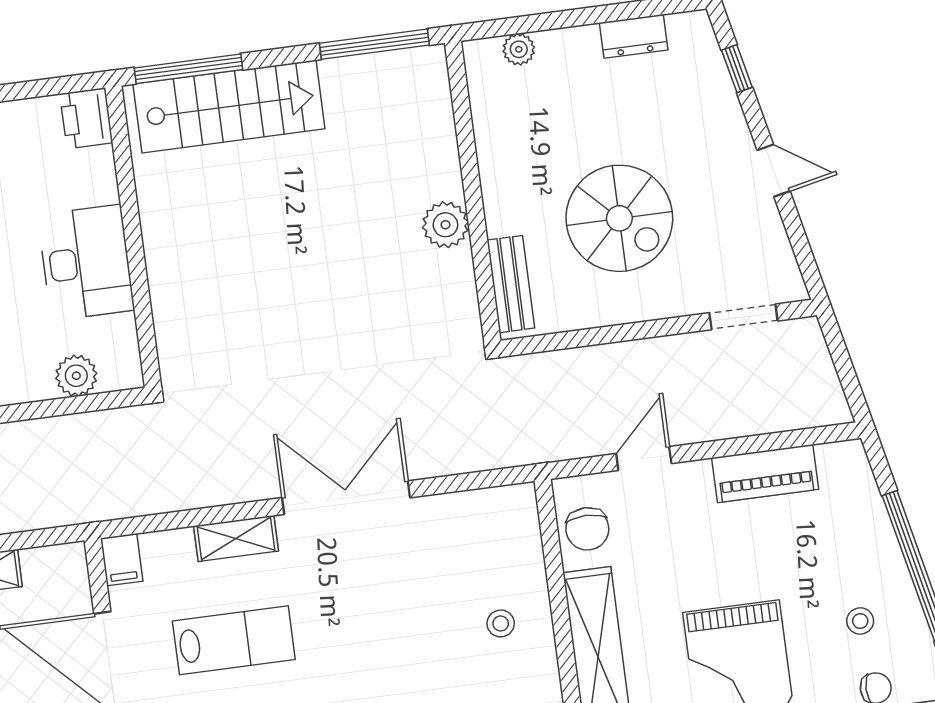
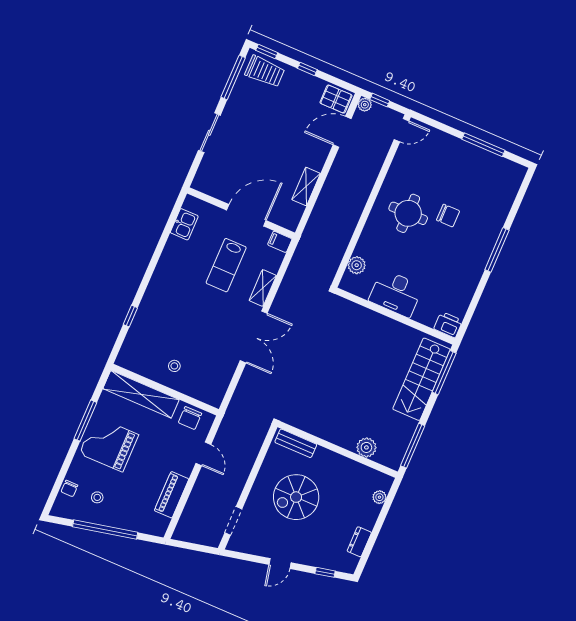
plant: (445, 225) -> (366, 447), moved
chair: (587, 529) -> (190, 418), turned -90

